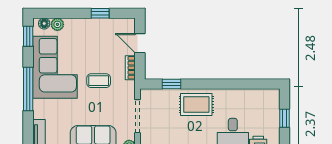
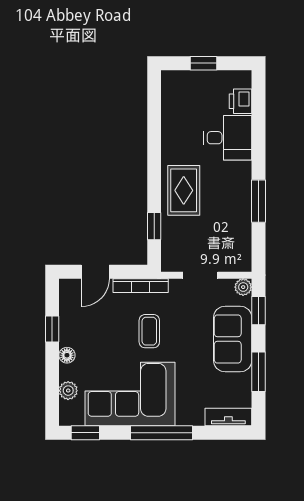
floor lamp: (44, 24) -> (67, 355), moved
bookcase: (130, 68) -> (141, 286), width x1.56
doorway: (137, 116) -> (200, 275), width x0.73

